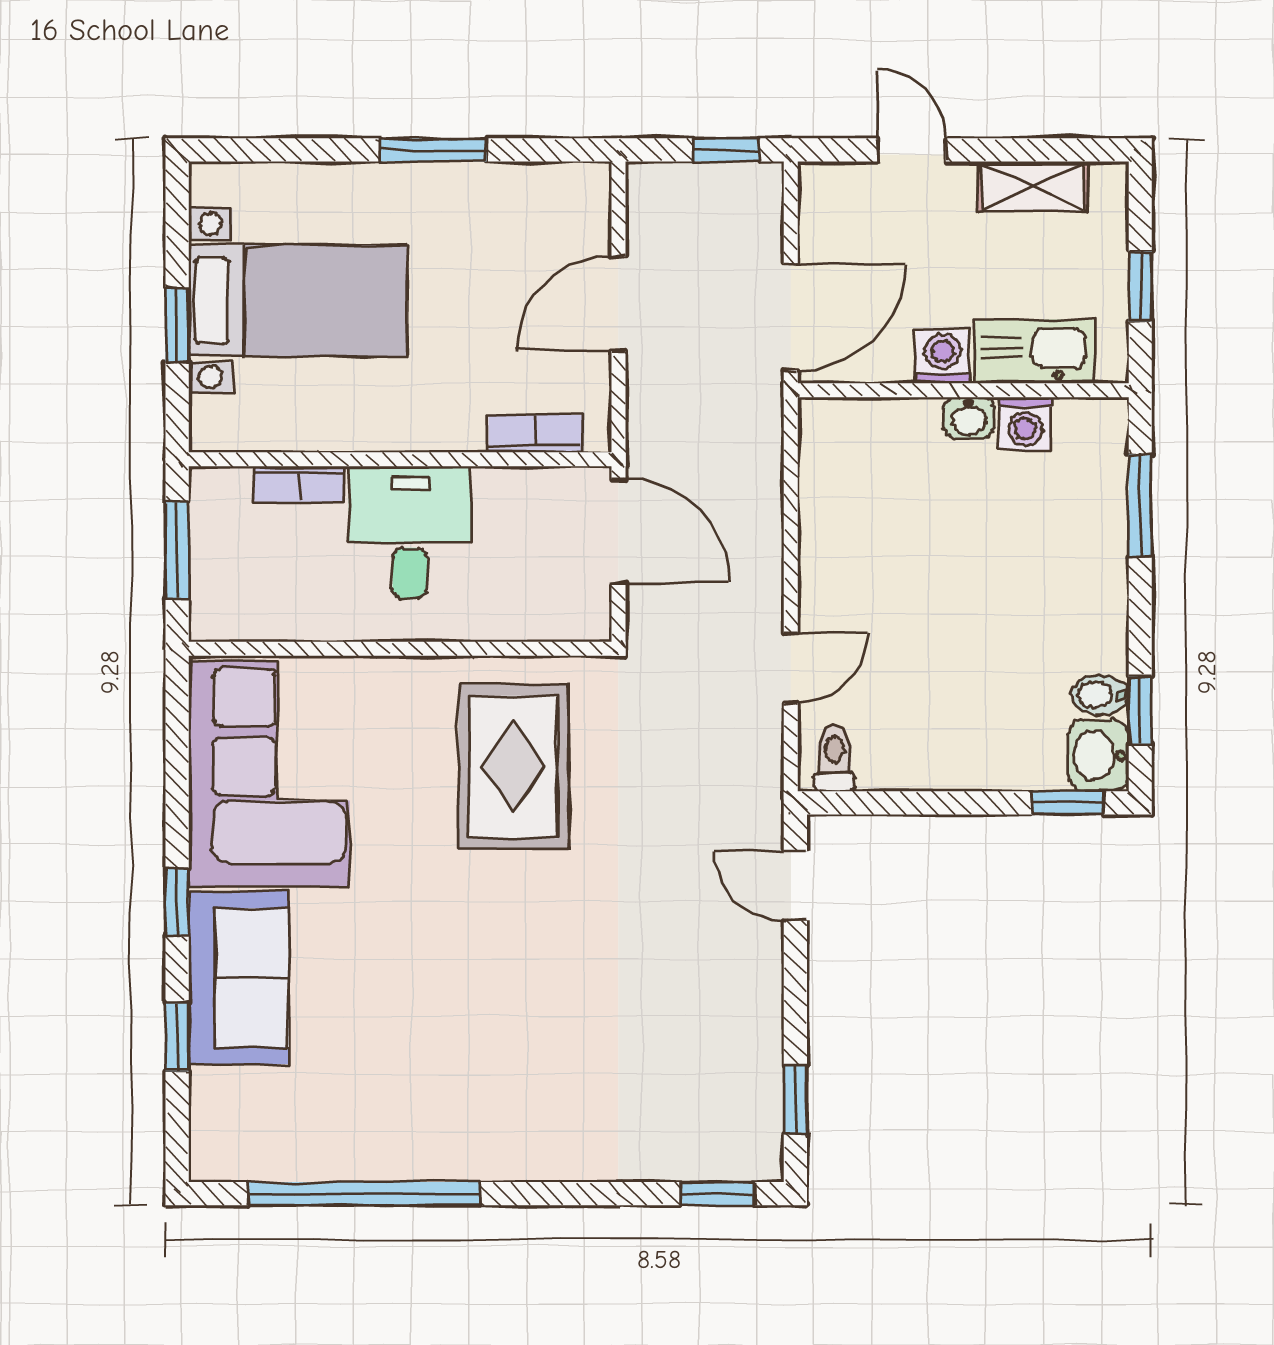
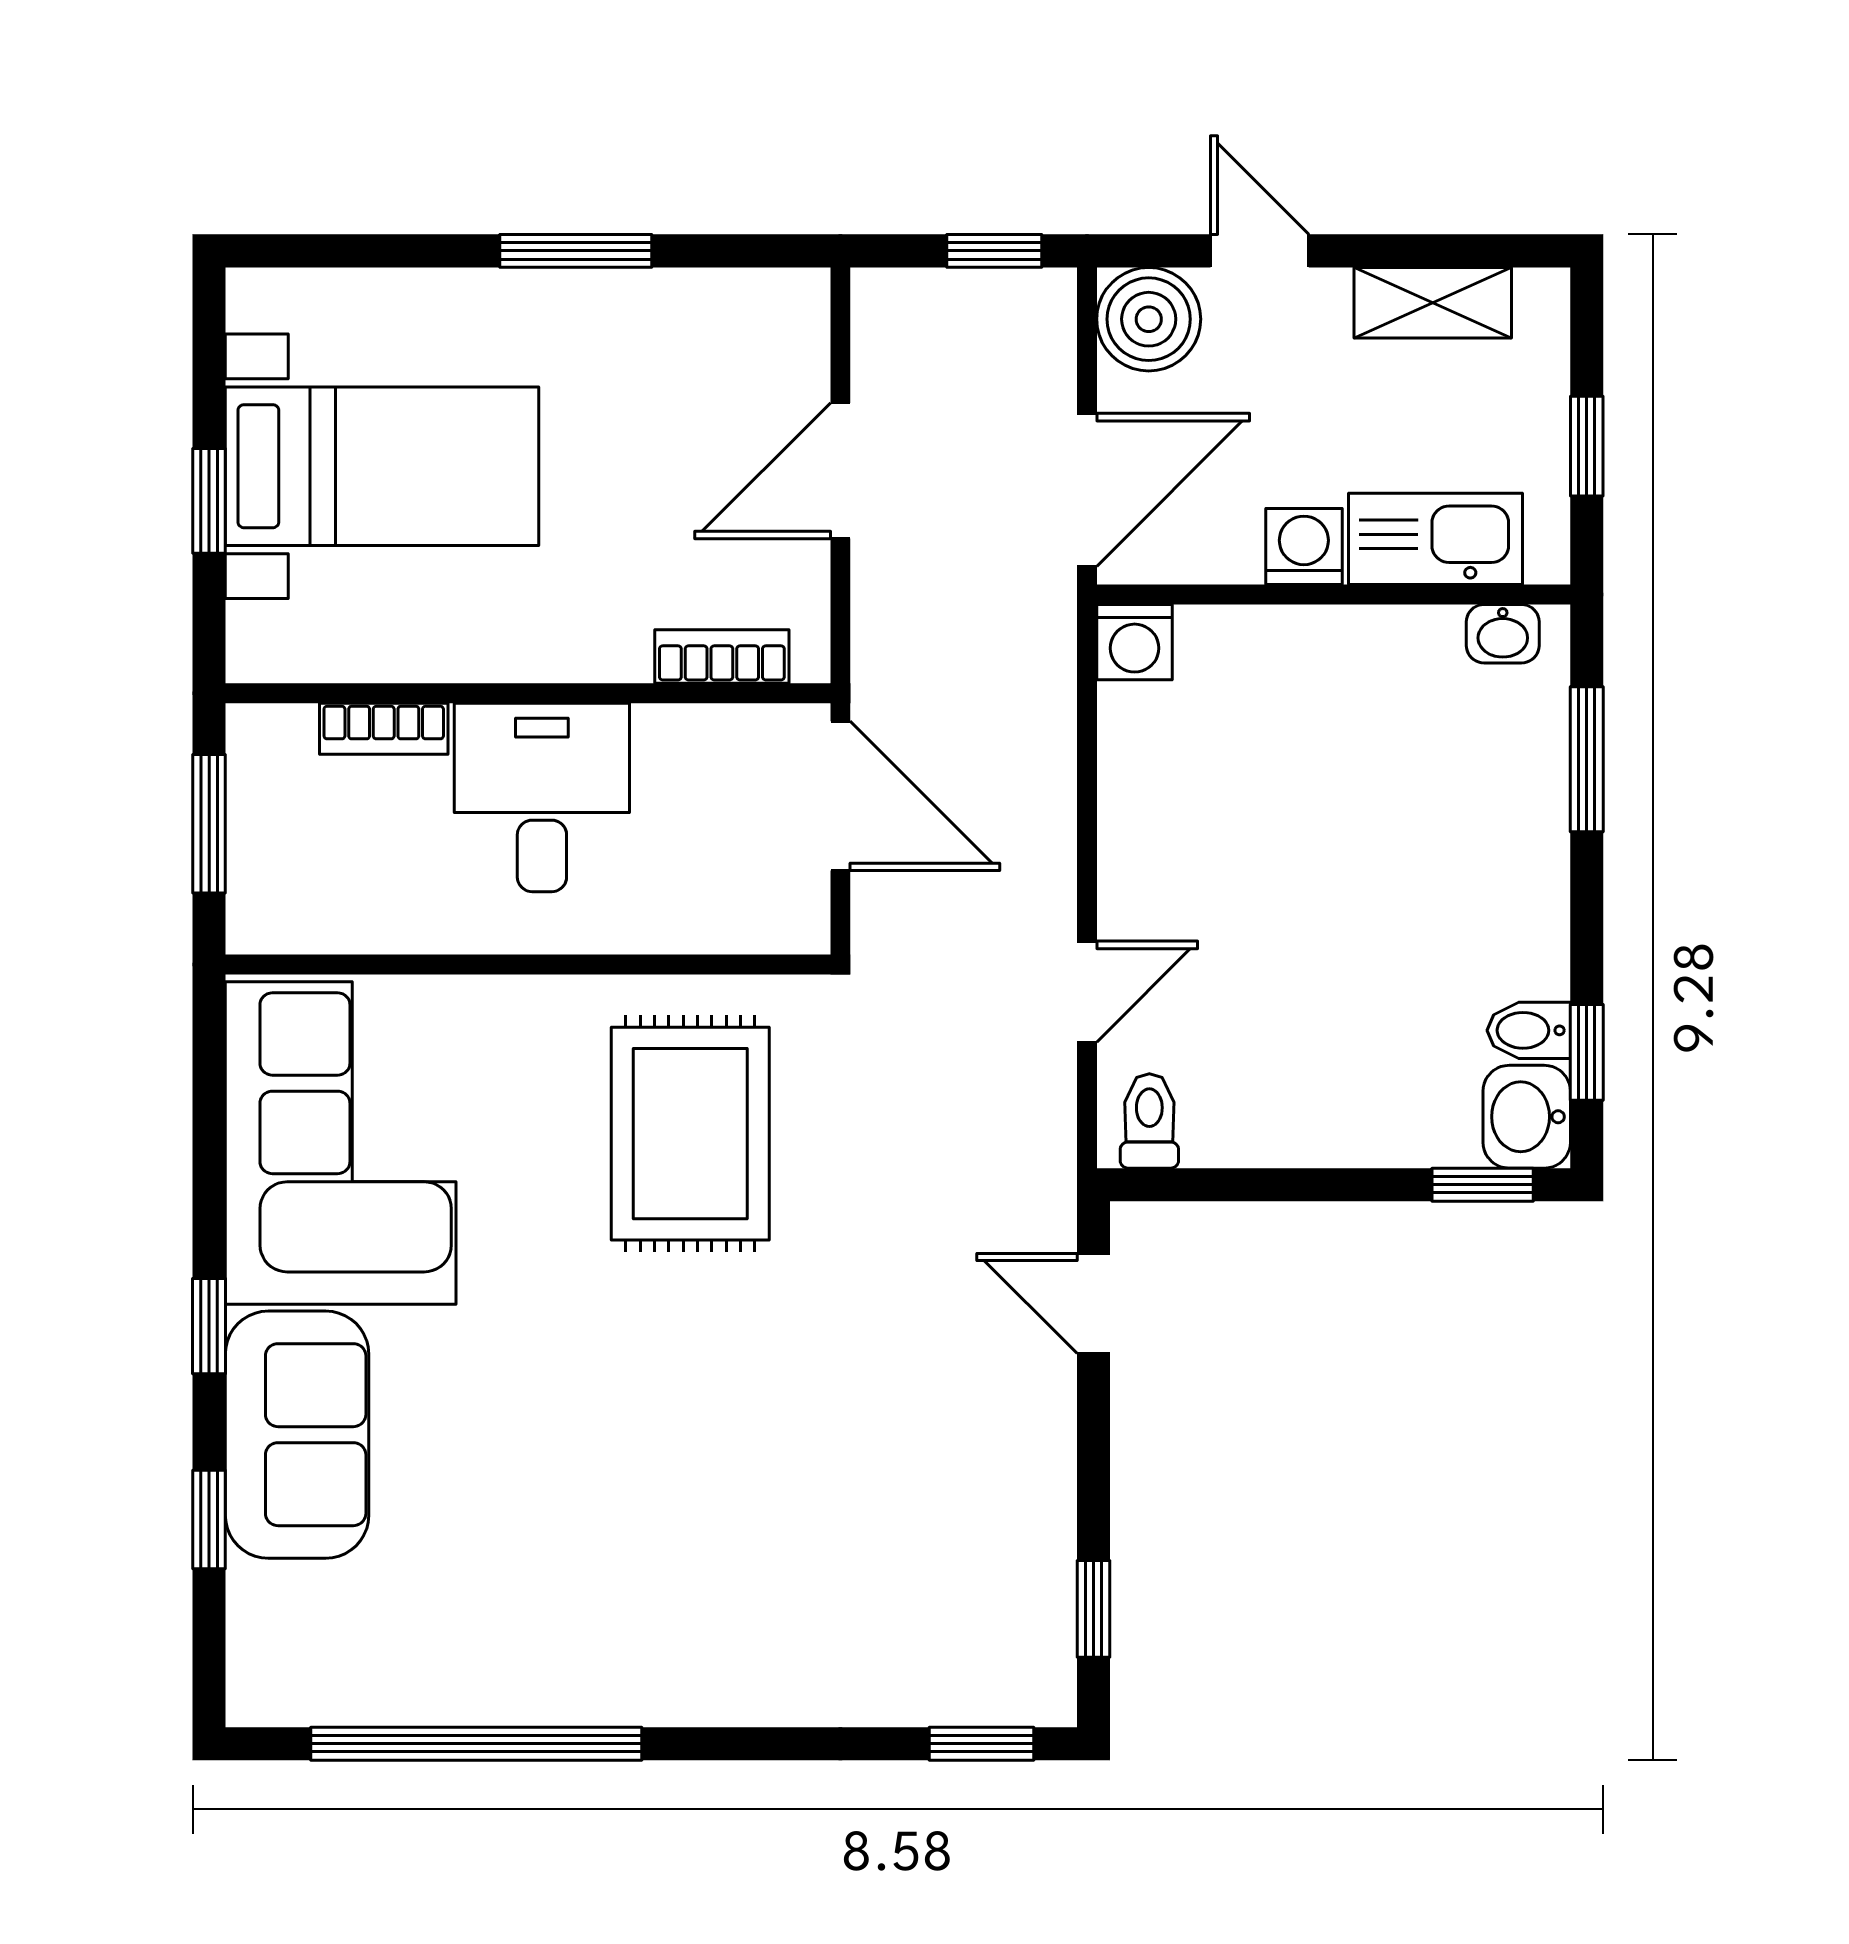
boiler: (834, 198) -> (1149, 319), added
washbasin: (969, 418) -> (1503, 634), moved
washing machine: (1025, 423) -> (1135, 642), moved

